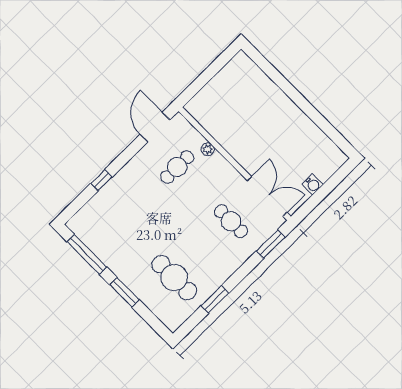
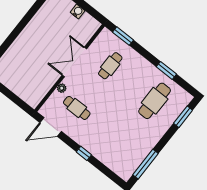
window: (102, 180) -> (84, 153), moved
double door: (267, 196) -> (74, 62), moved
window: (124, 292) -> (183, 117), moved

